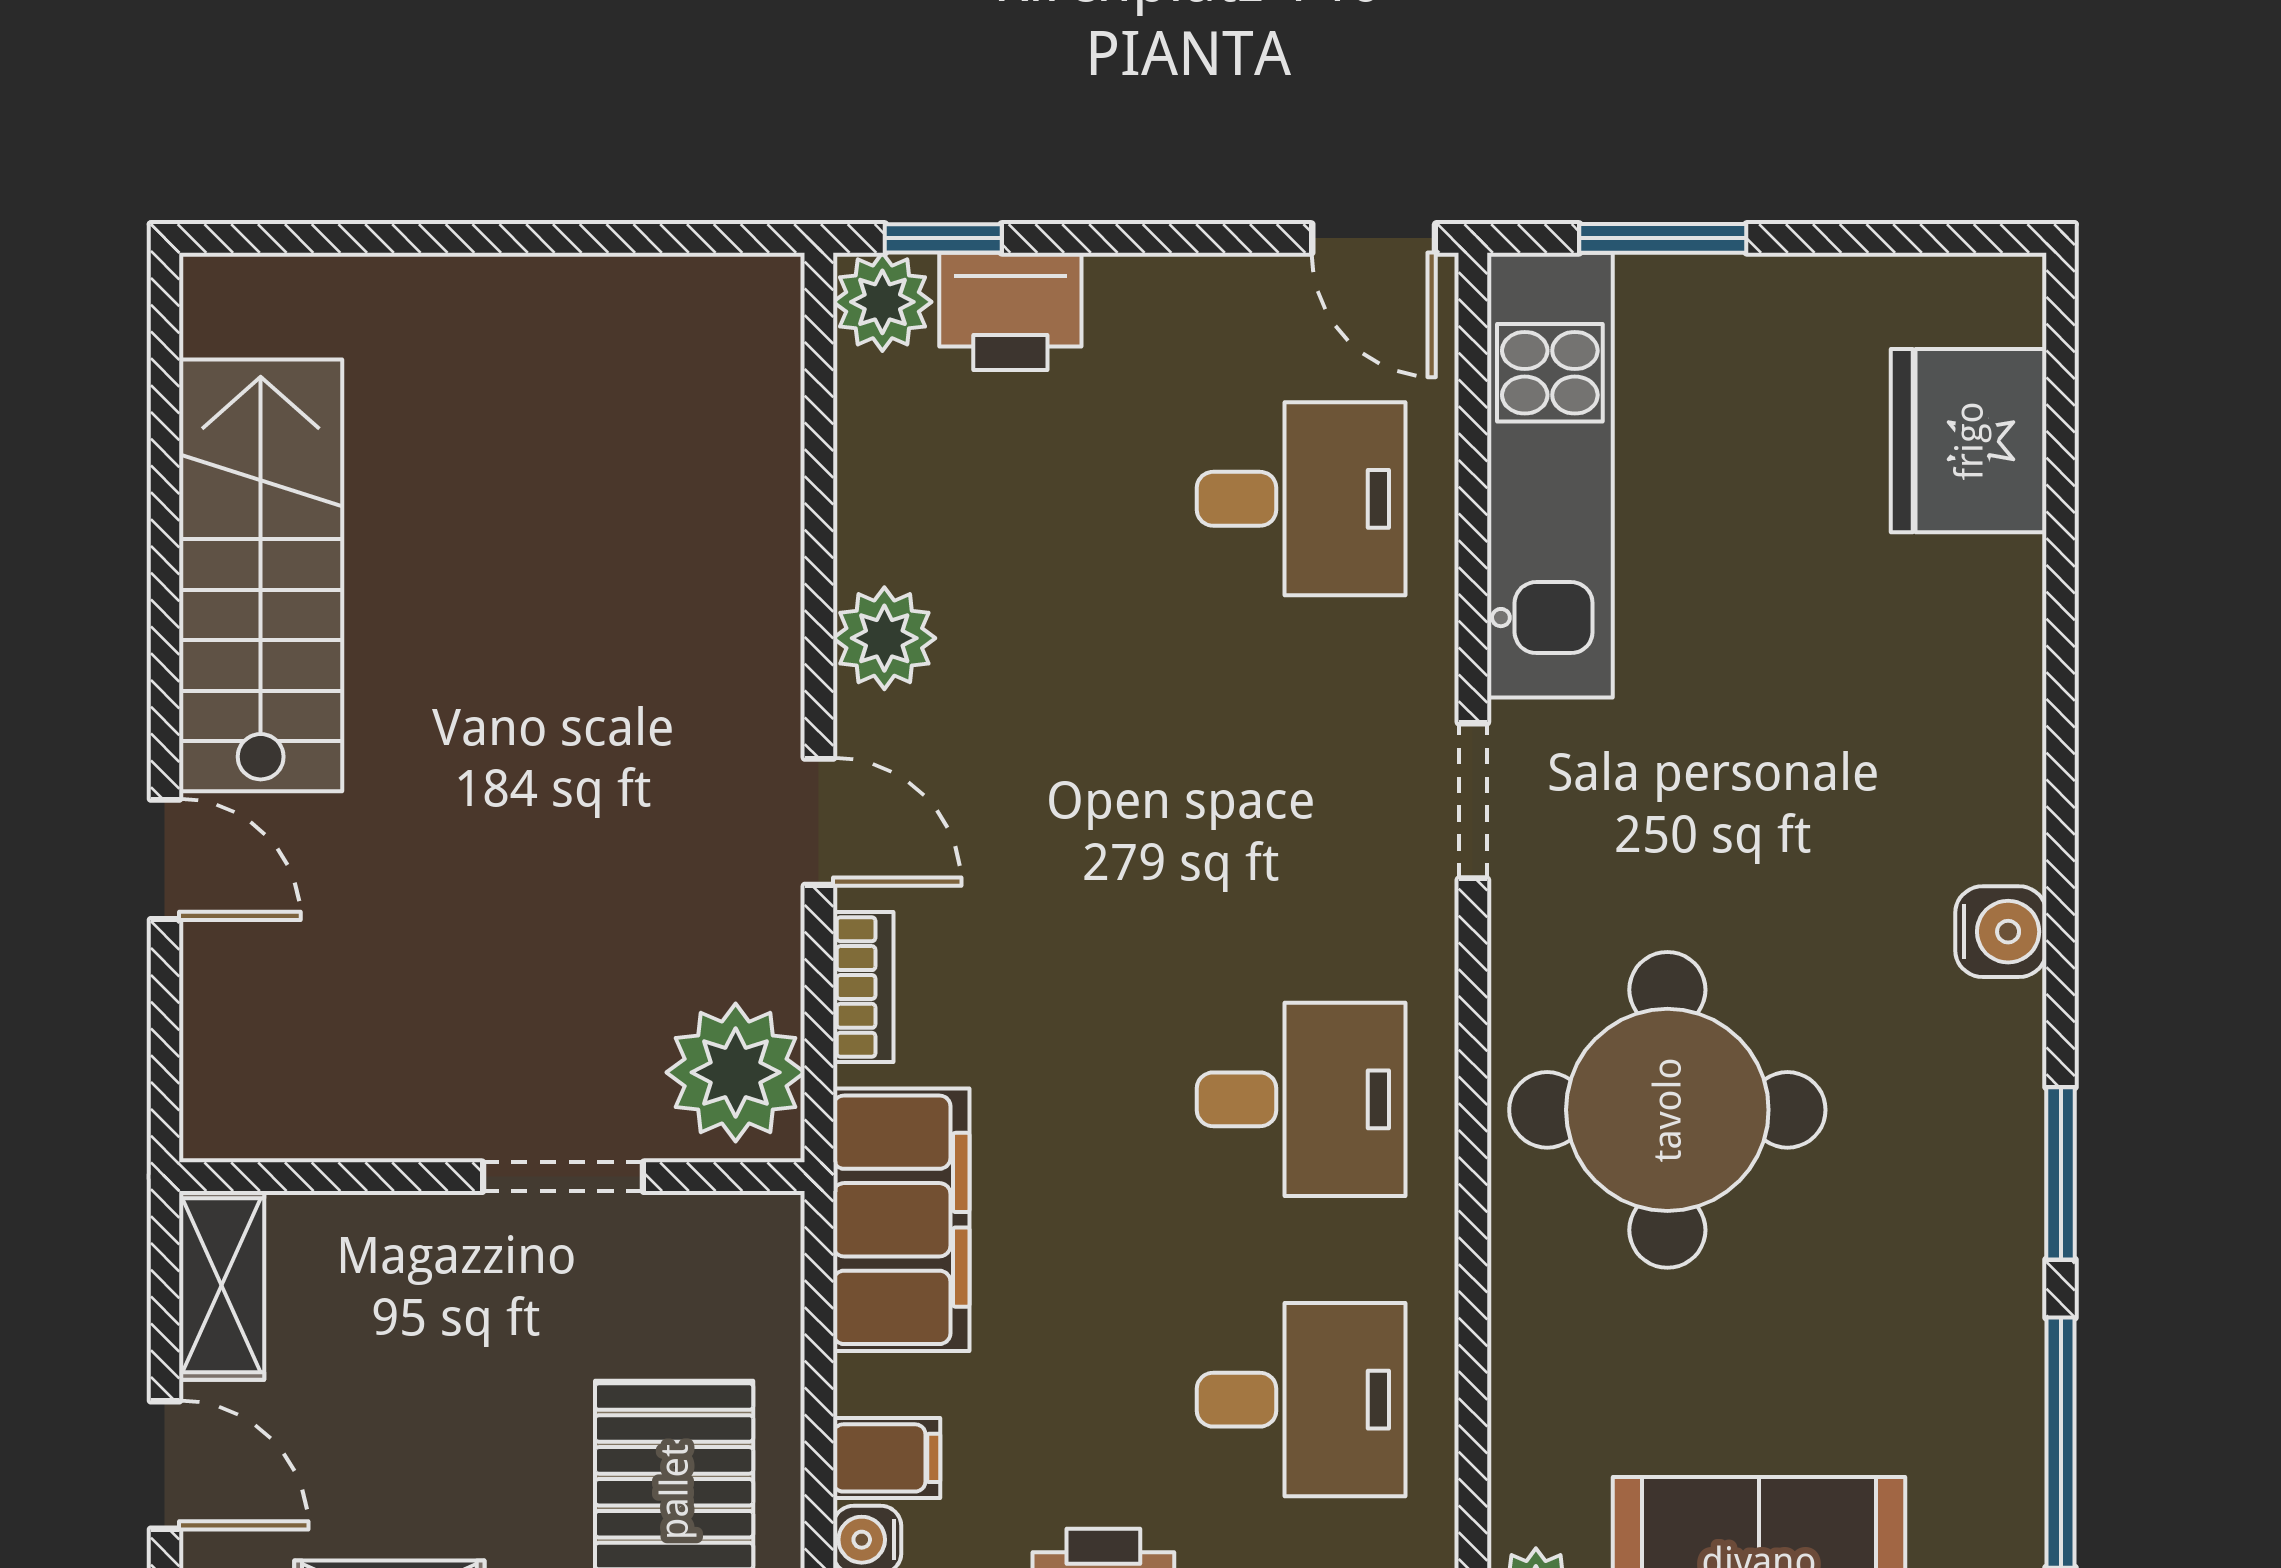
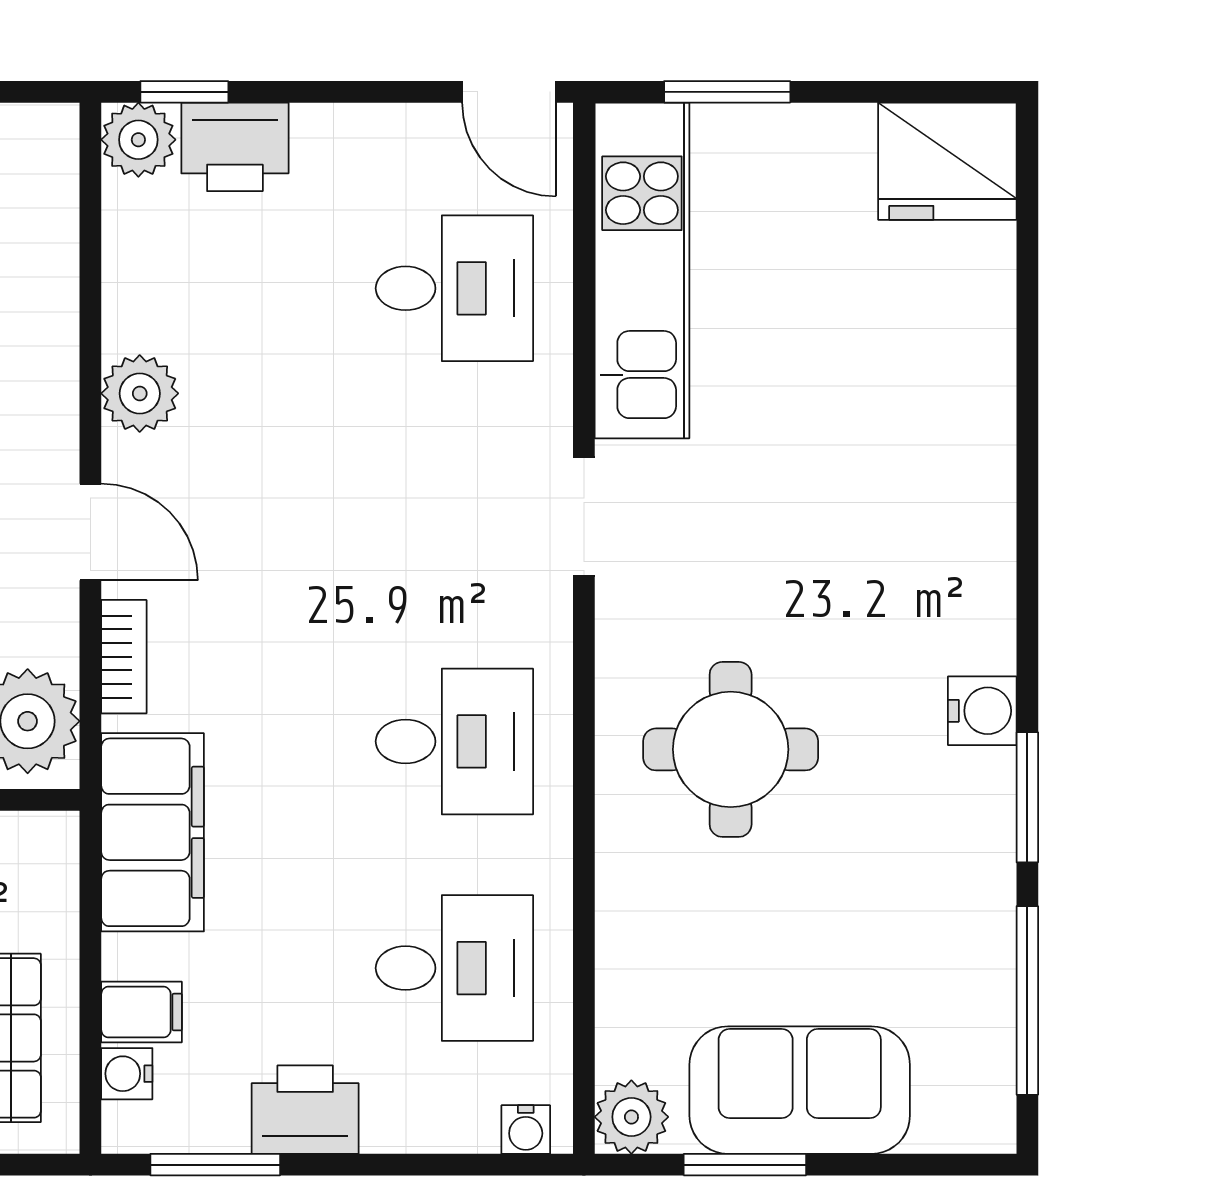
fridge: (1969, 441) -> (947, 161), moved, turned -90
water cooler: (2001, 932) -> (982, 711), moved
round table: (1667, 1110) -> (731, 749), width x0.73, depth x0.73

